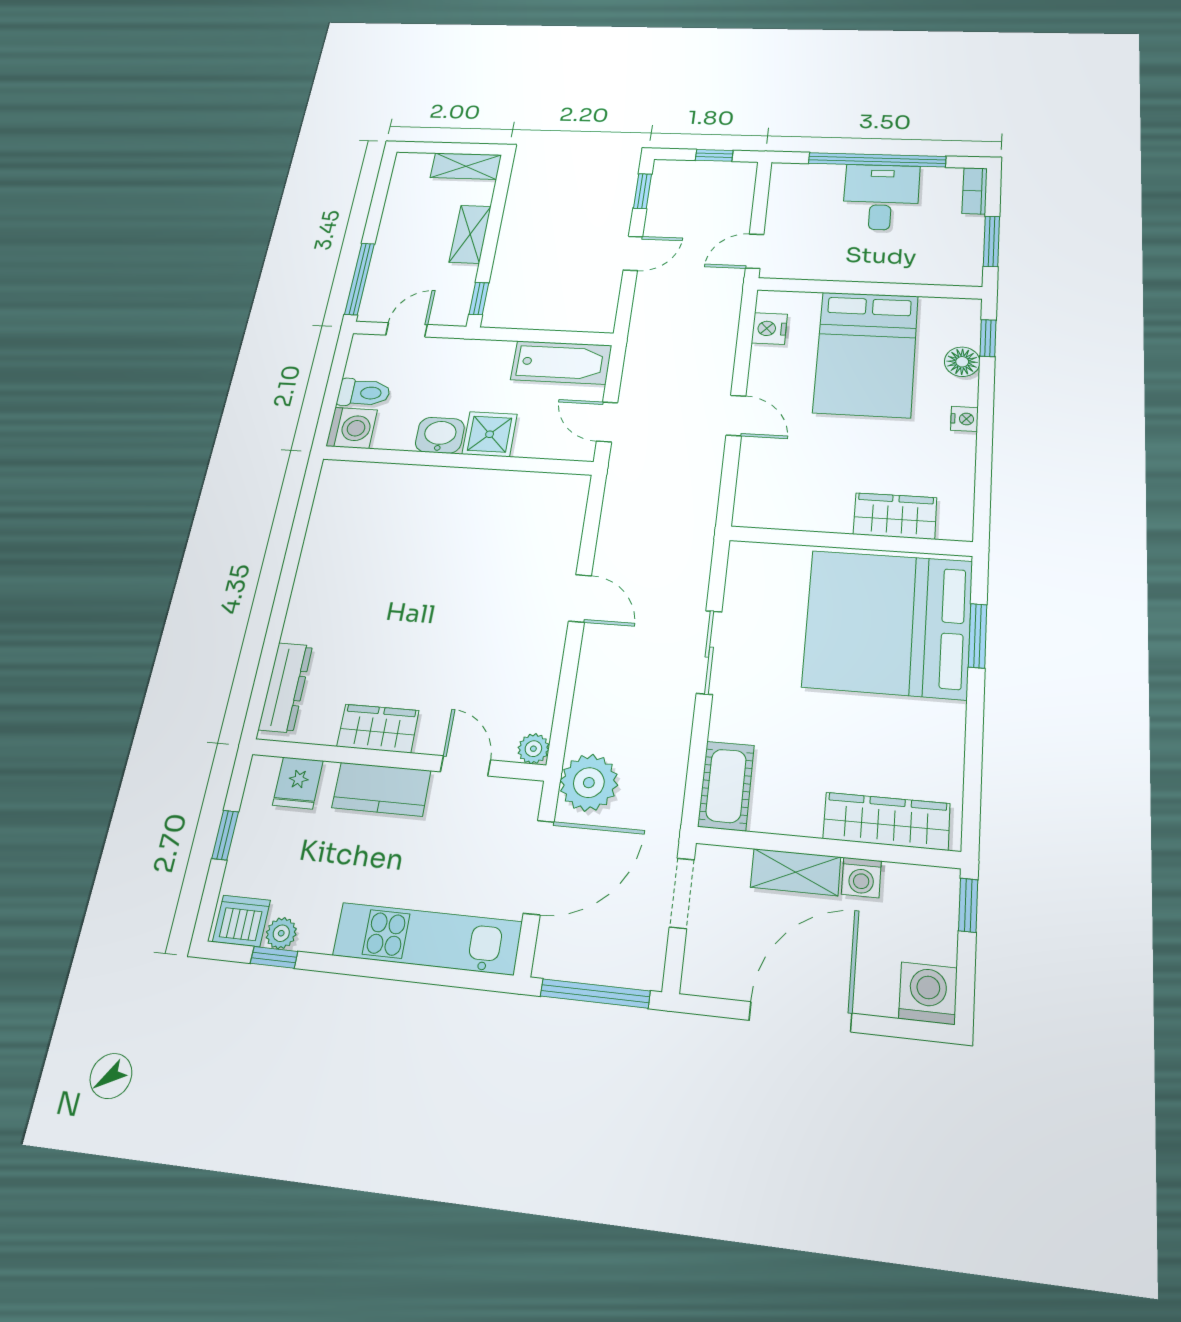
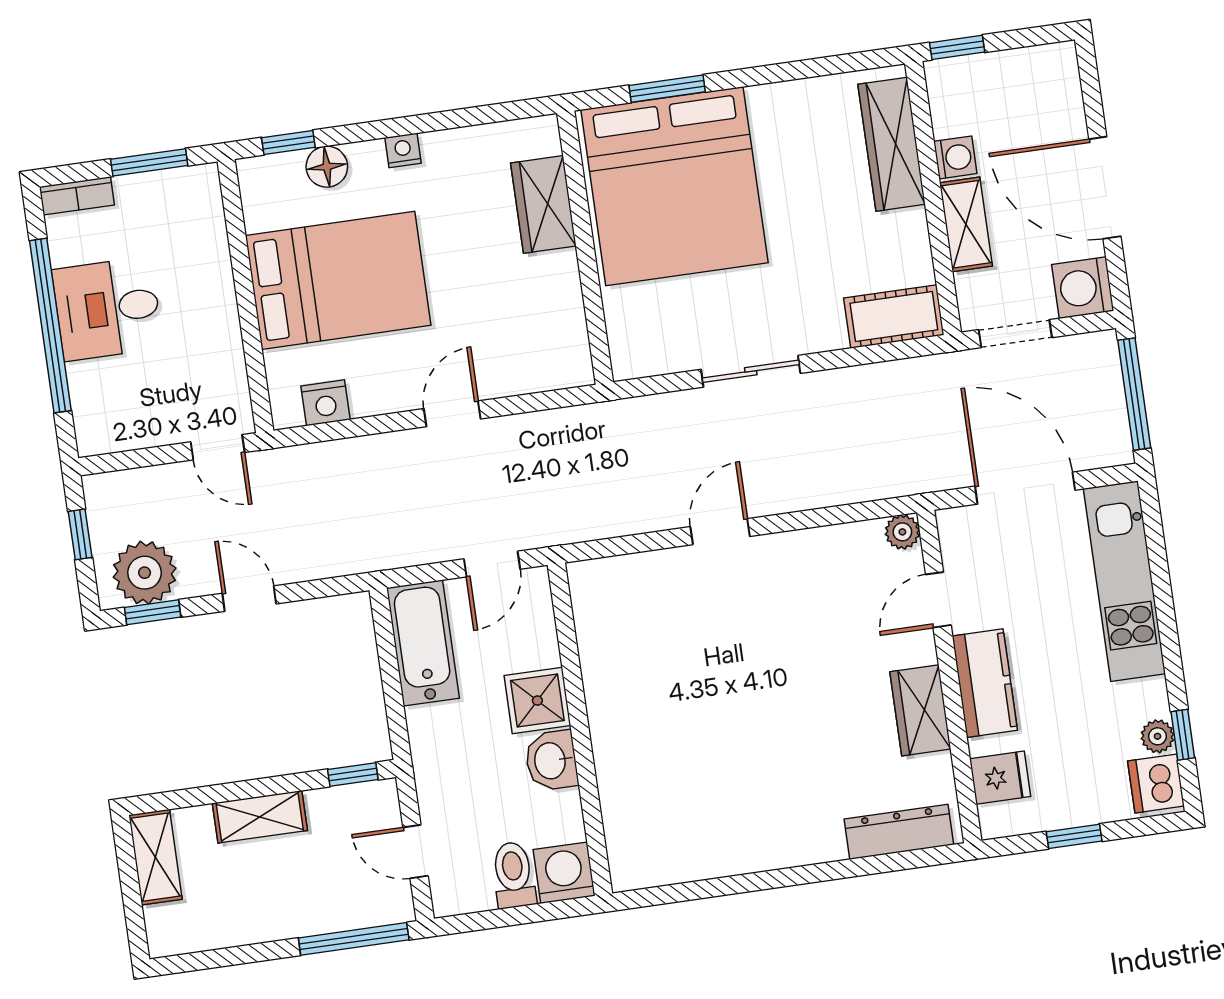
plant: (589, 783) -> (145, 573), moved
washing machine: (928, 993) -> (1083, 288), moved

